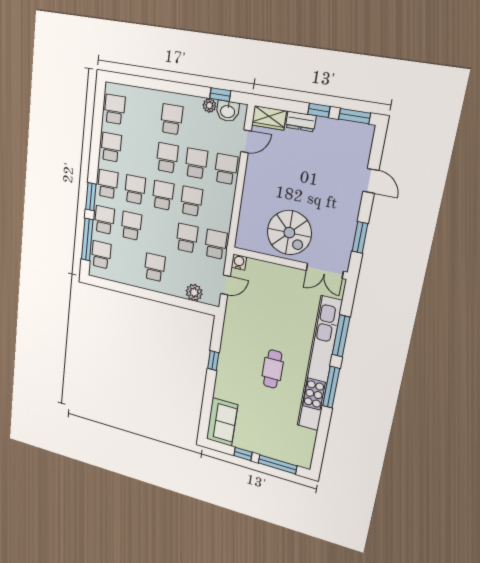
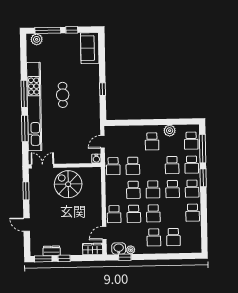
school desk: (115, 109) -> (173, 237), moved
dresser: (301, 121) -> (52, 251), moved
plant: (194, 292) -> (170, 131), moved
plant: (296, 458) -> (37, 39), added

